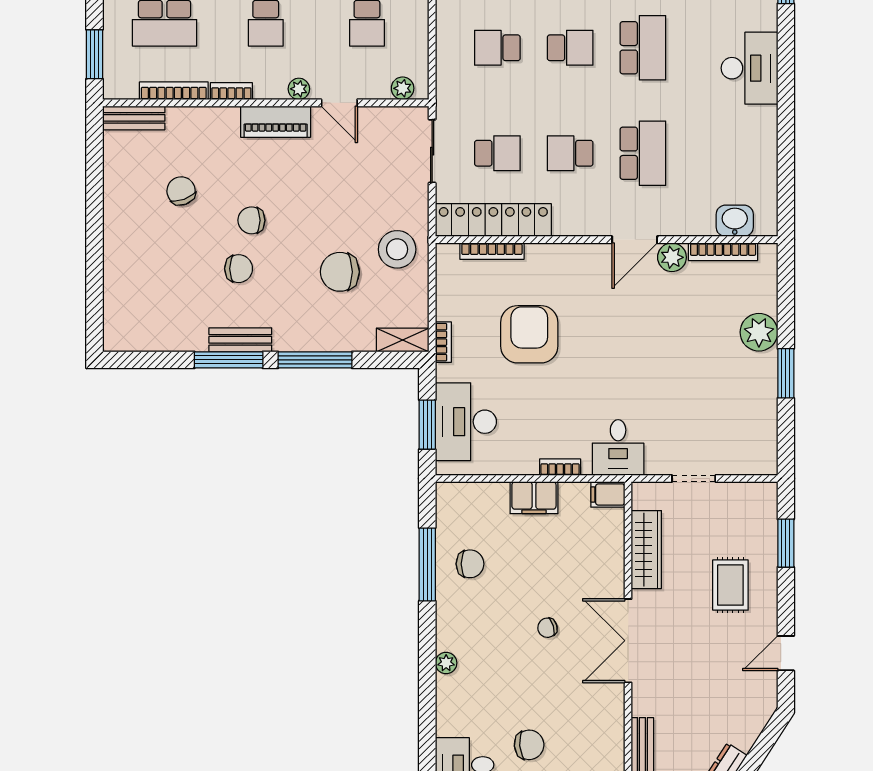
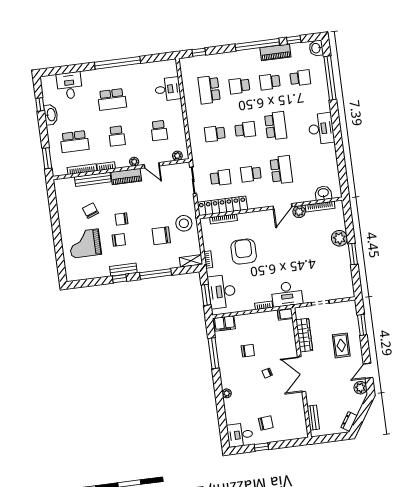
bench: (134, 118) -> (93, 179), moved, width x1.36
grand piano: (158, 267) -> (85, 243), added
window: (229, 360) -> (120, 279), width x0.46
desk: (618, 447) -> (287, 294), width x1.37
filing cabinet: (534, 498) -> (225, 323), moved
chair: (470, 564) -> (248, 351), moved
plant: (763, 691) -> (360, 388), added

